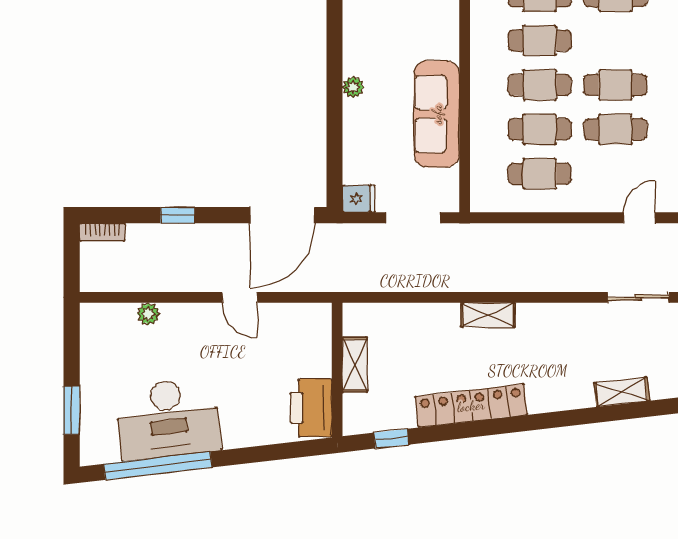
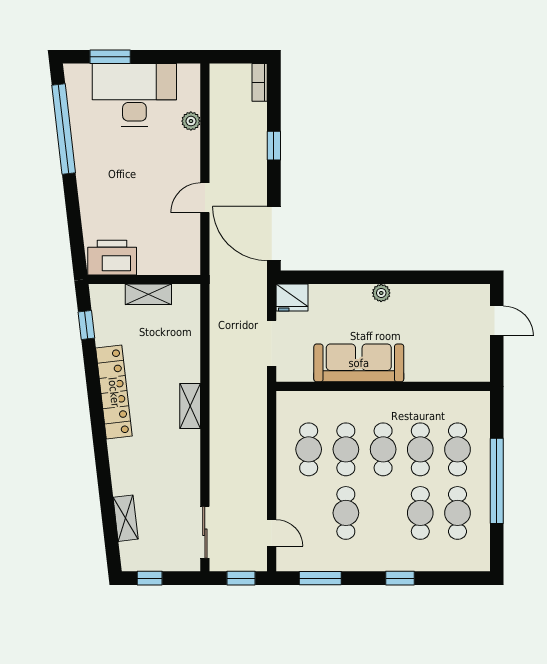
cafe table: (615, 85) -> (420, 513), moved
fridge: (359, 199) -> (292, 298), width x1.38
desk: (168, 419) -> (134, 95), moved, turned 97

